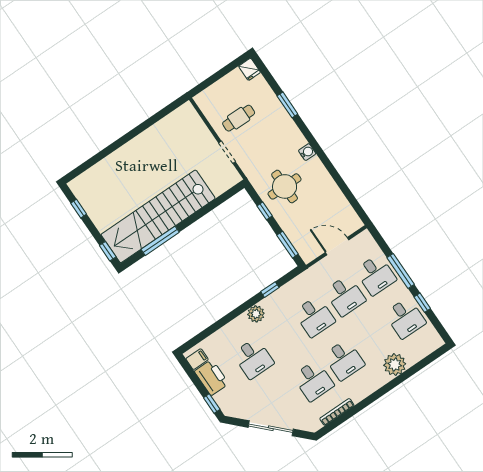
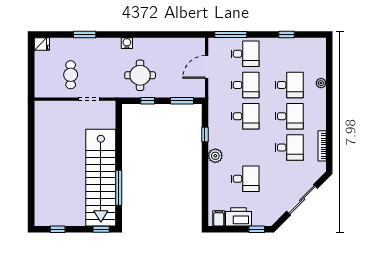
window: (401, 271) -> (231, 34), moved
desk: (405, 318) -> (289, 85), moved
plant: (395, 365) -> (321, 83), width x0.53, depth x0.53

